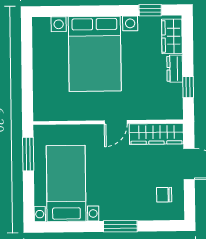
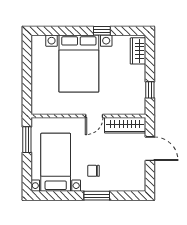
window: (150, 10) -> (102, 31), moved
dresser: (175, 69) -> (140, 76), removed
chair: (164, 195) -> (94, 171), moved

